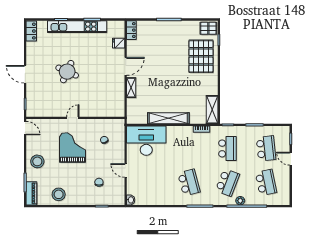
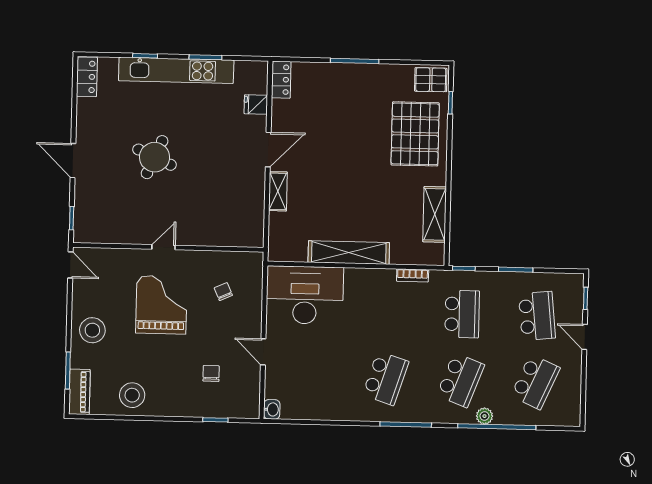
shelving: (212, 110) -> (435, 214), moved
school desk: (189, 182) -> (386, 378), turned 33
school desk: (266, 182) -> (535, 382), turned 36

